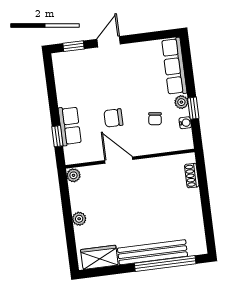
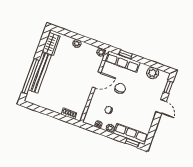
plant: (65, 81) -> (153, 73), added
window: (193, 108) -> (132, 143), moved
row of seats: (70, 126) -> (123, 62), width x1.48

